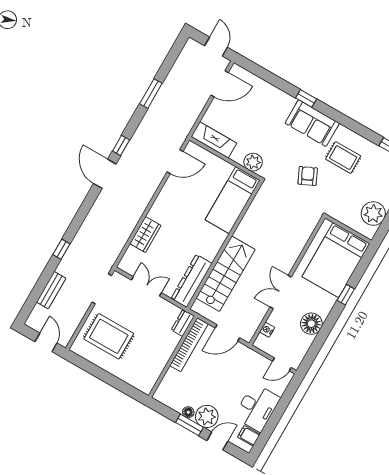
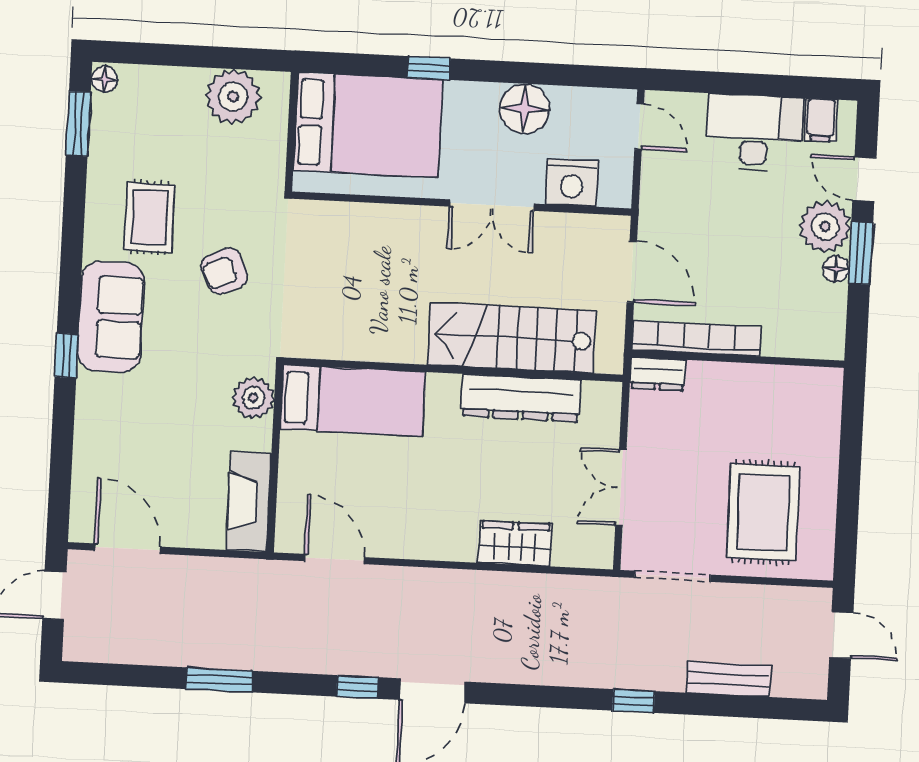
dresser: (192, 281) -> (521, 398), moved
nightstand: (267, 330) -> (572, 183), width x1.89, depth x1.79
door: (46, 342) -> (841, 635), swing flipped

